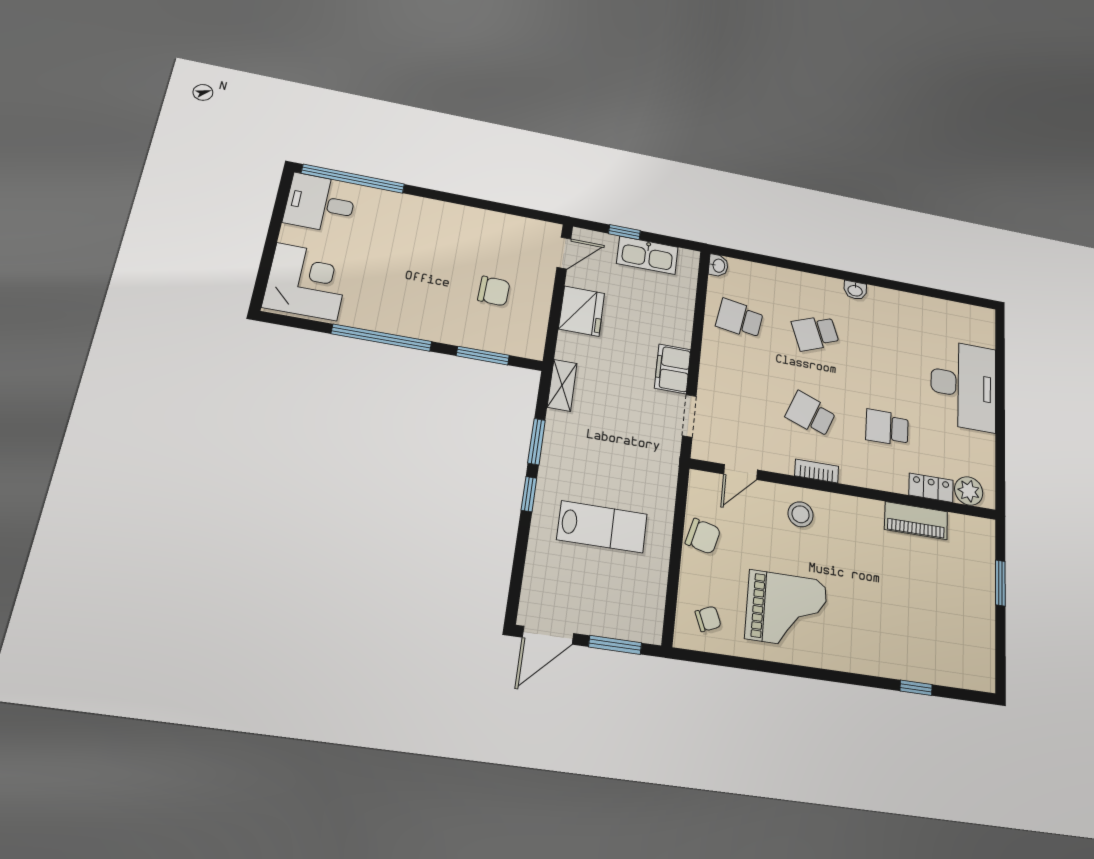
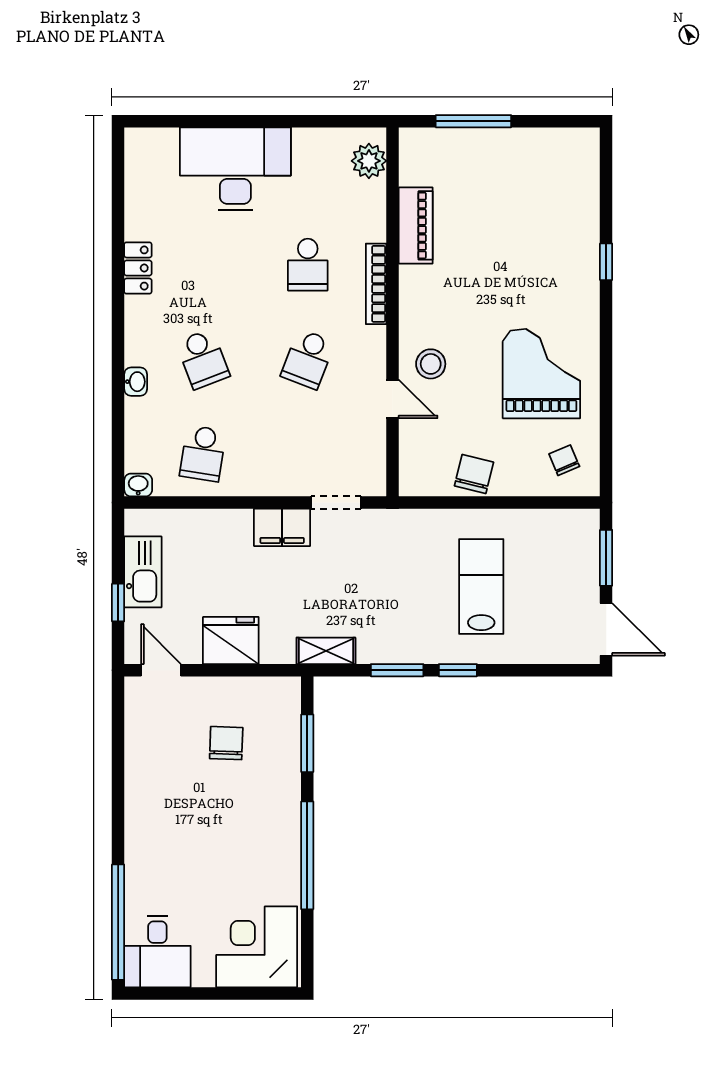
washbasin: (855, 290) -> (136, 382), moved
bookcase: (817, 471) -> (376, 284), moved, width x1.56
door: (741, 472) -> (393, 399), moved
locker: (931, 488) -> (138, 268), moved, turned 180
window: (1000, 583) -> (473, 121), width x1.44
window: (916, 688) -> (606, 262), moved

